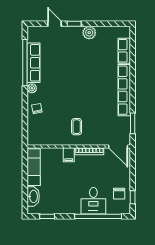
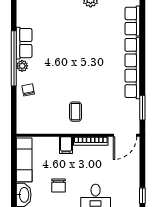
window: (25, 63) -> (14, 58), moved
row of seats: (34, 63) -> (24, 43), width x0.68
door: (118, 146) -> (125, 135), hinge flipped
chair: (119, 194) -> (59, 185), moved

